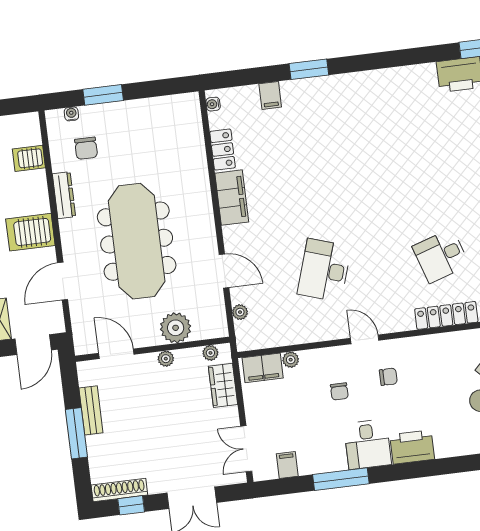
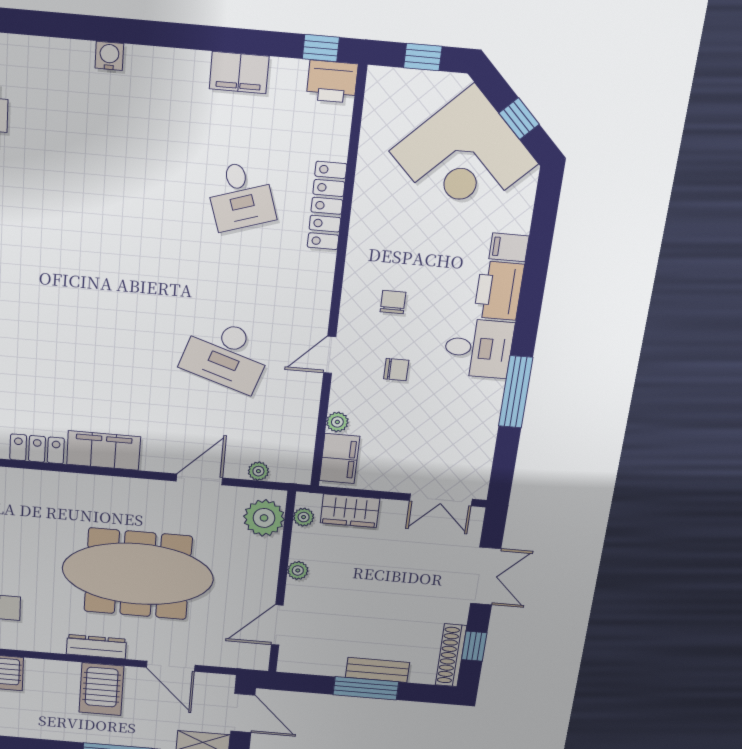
dresser: (64, 195) -> (96, 647), moved
plant: (176, 328) -> (264, 518), moved
door: (365, 339) -> (330, 355), moved
bench: (91, 410) -> (377, 670), moved
filing cabinet: (287, 465) -> (509, 247), moved

